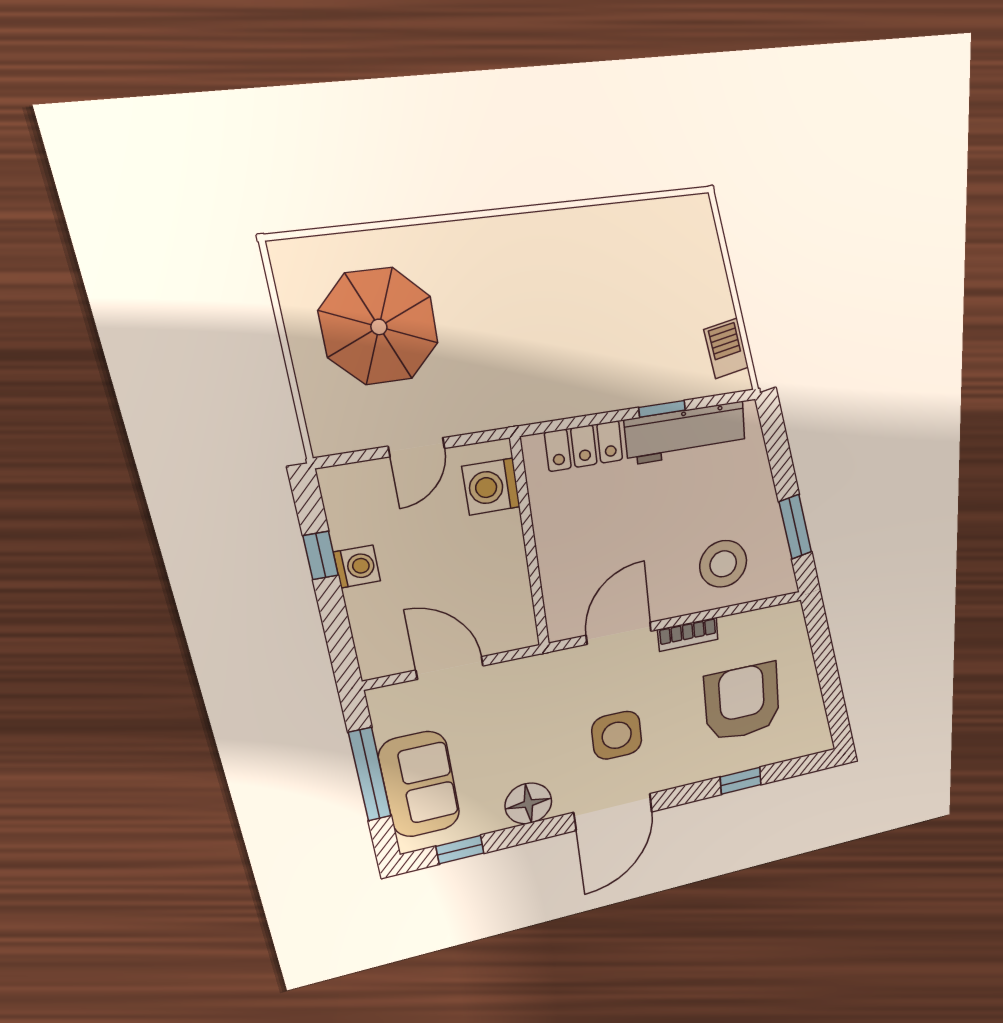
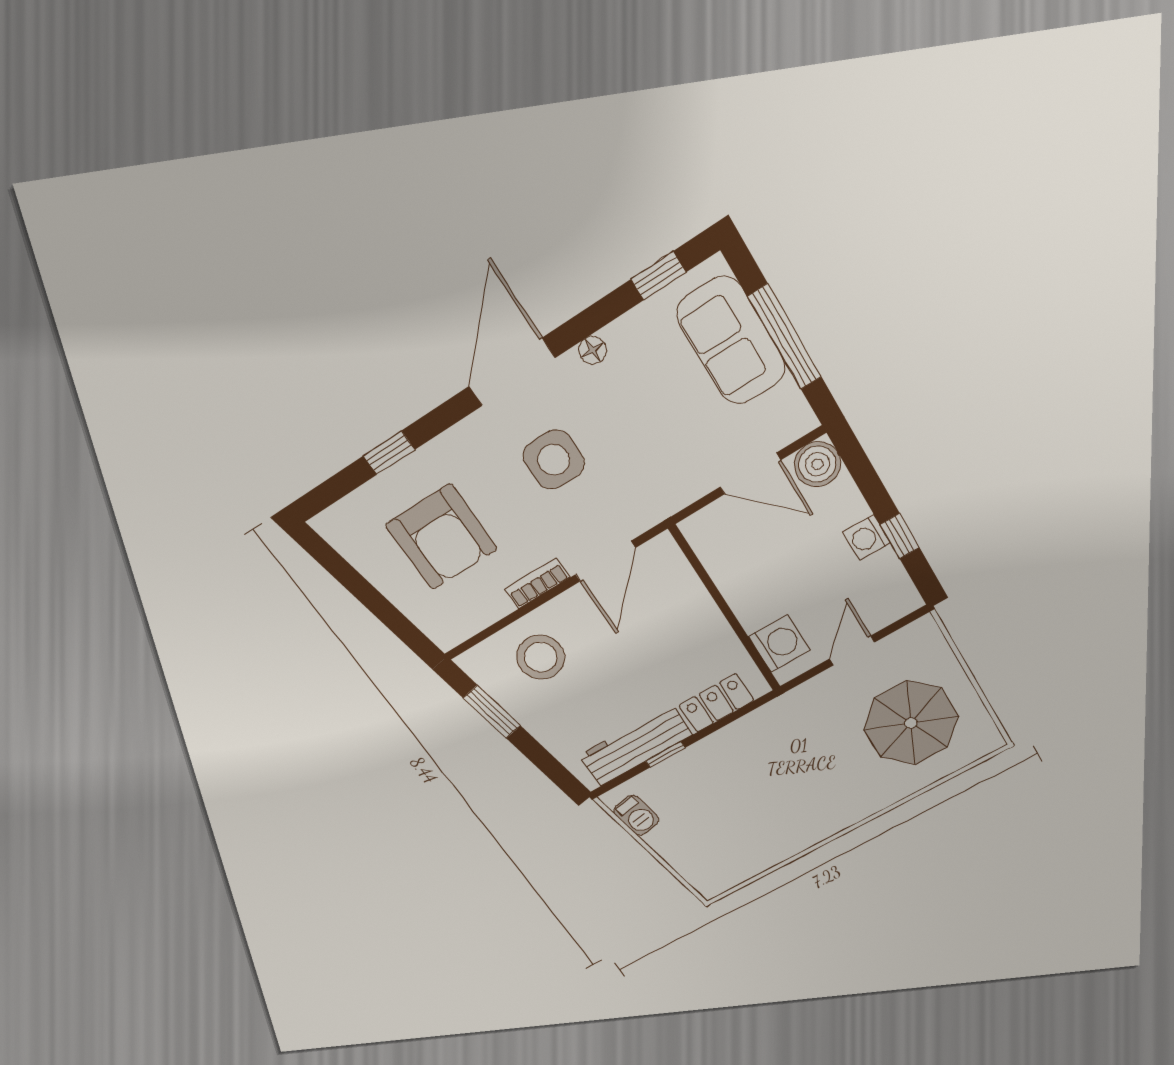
boiler: (381, 656) -> (817, 464), added
floor lamp: (528, 803) -> (593, 350), width x0.53, depth x0.53

